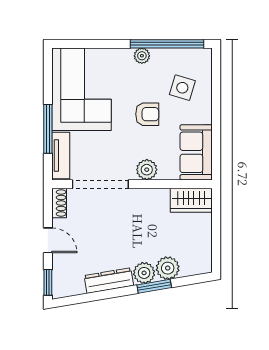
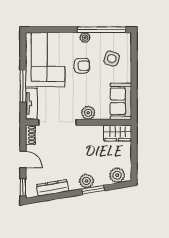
armchair: (147, 114) -> (82, 66), moved
plant: (168, 268) -> (117, 175), moved
dresser: (109, 281) -> (53, 188), moved

